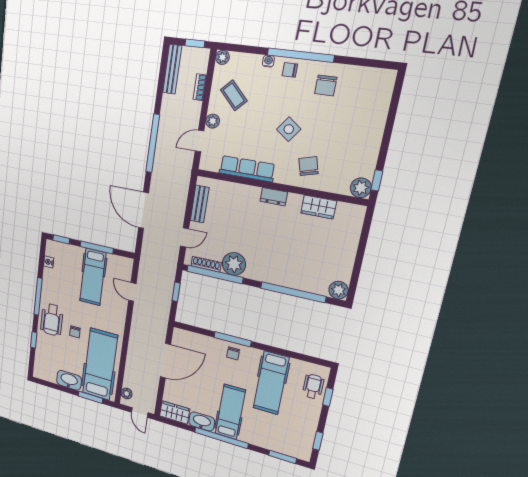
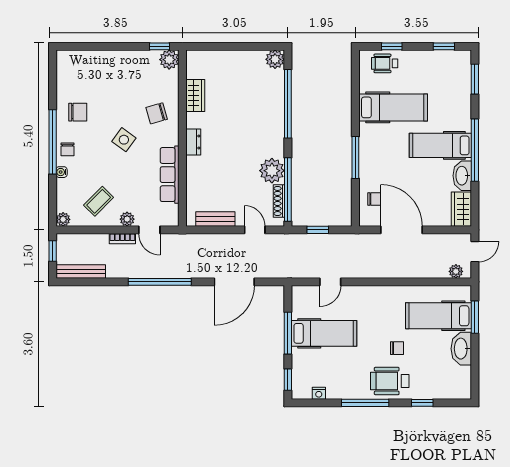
bookcase: (200, 87) -> (122, 239), moved
wheelchair: (52, 320) -> (390, 381), turned 180
chair: (233, 353) -> (374, 199), moved
hospital bed: (100, 364) -> (438, 316), width x0.73, depth x0.78

